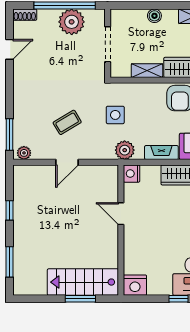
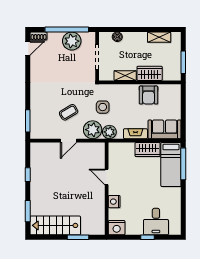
boiler: (154, 16) -> (117, 37), moved
door: (10, 49) -> (28, 48), moved
plant: (24, 153) -> (93, 130), moved, width x1.87, depth x1.87
nightstand: (132, 174) -> (114, 202), moved
stairs: (83, 282) -> (55, 225), moved

